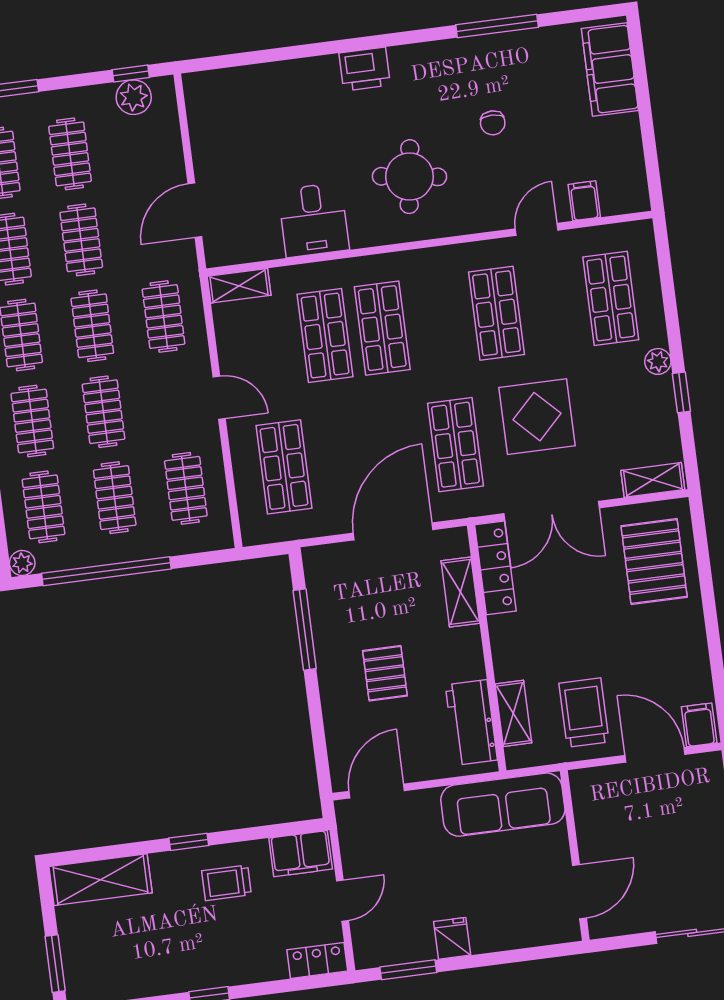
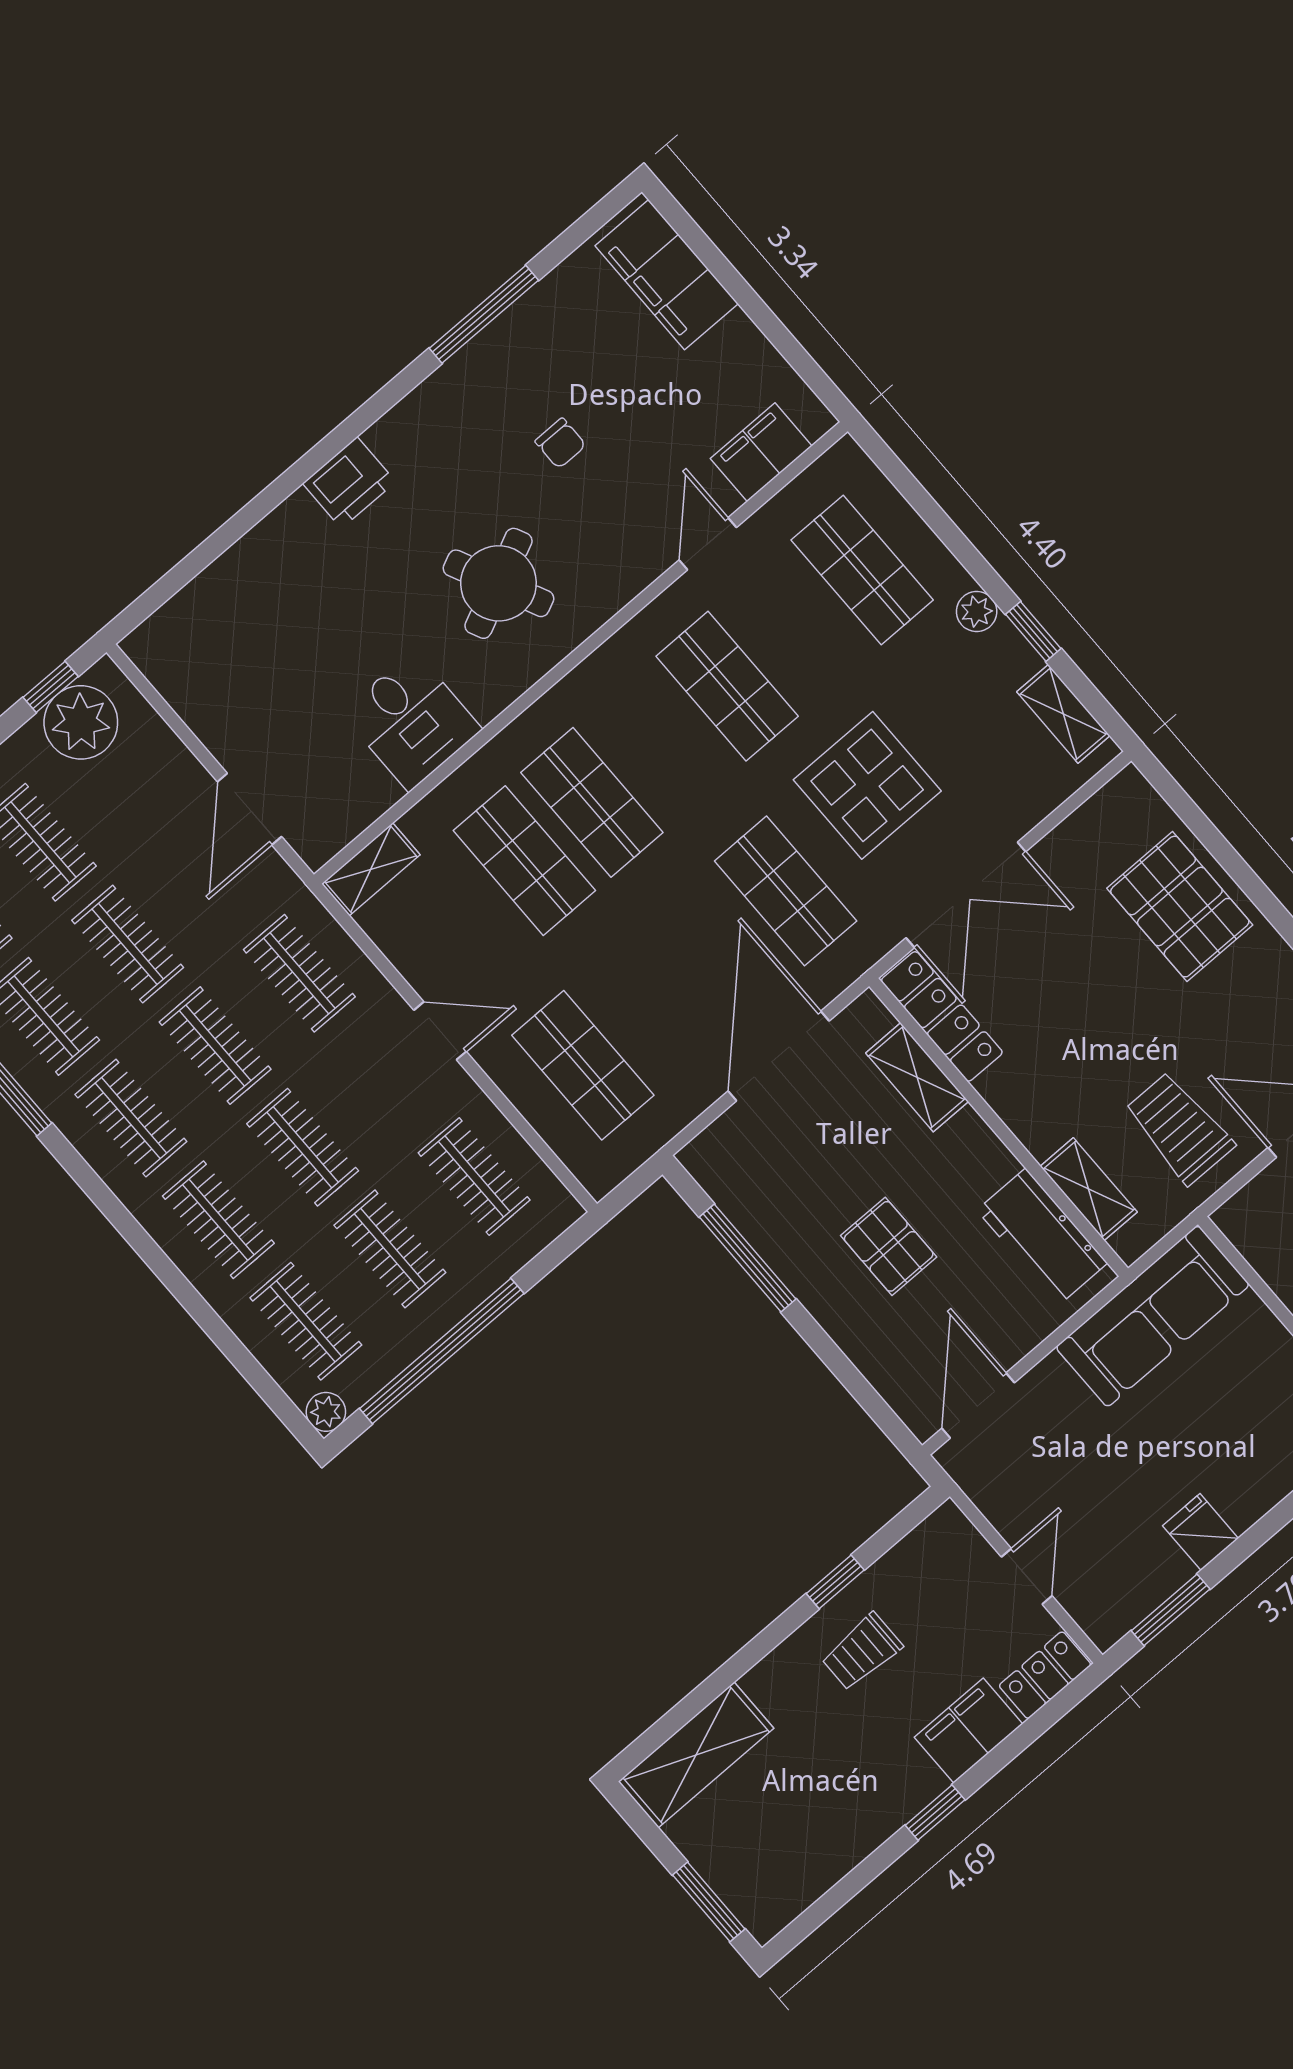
plant: (134, 97) -> (81, 722), width x1.36, depth x1.36
round table: (409, 177) -> (498, 583), turned -33
filing cabinet: (584, 201) -> (761, 452), width x2.00
shelving: (653, 480) -> (1063, 714), moved, turned 90
pallet: (654, 562) -> (1180, 907), moved
window: (189, 842) -> (835, 1582), moved
filing cabinet: (301, 854) -> (969, 1731), moved, turned 180

